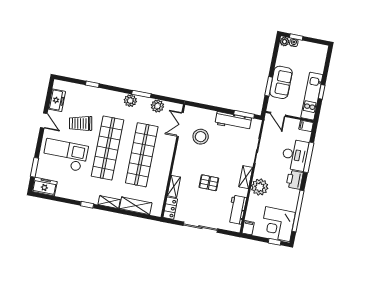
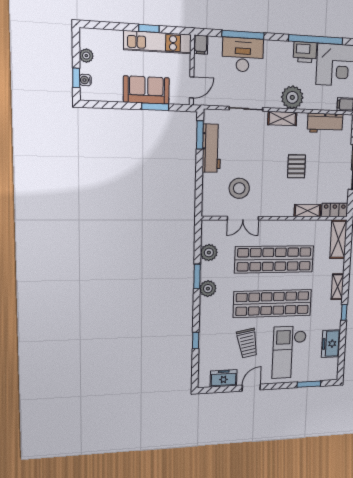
plant: (284, 42) -> (86, 56), moved
double door: (180, 125) -> (243, 218), moved
printer: (295, 180) -> (305, 52), moved
freezer: (45, 186) -> (331, 344), moved
shelving: (136, 206) -> (338, 239), moved

